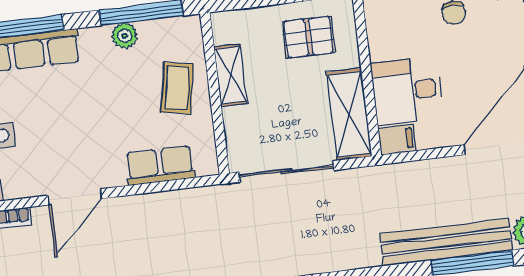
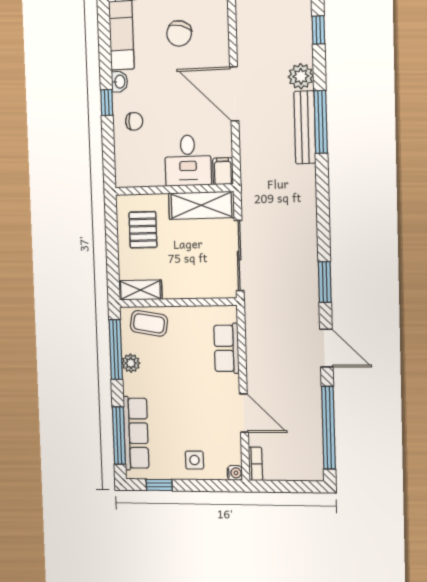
shelving: (231, 75) -> (140, 290), moved
coffee table: (177, 88) -> (149, 323), moved
bench: (446, 242) -> (305, 127), width x0.73, depth x0.82

